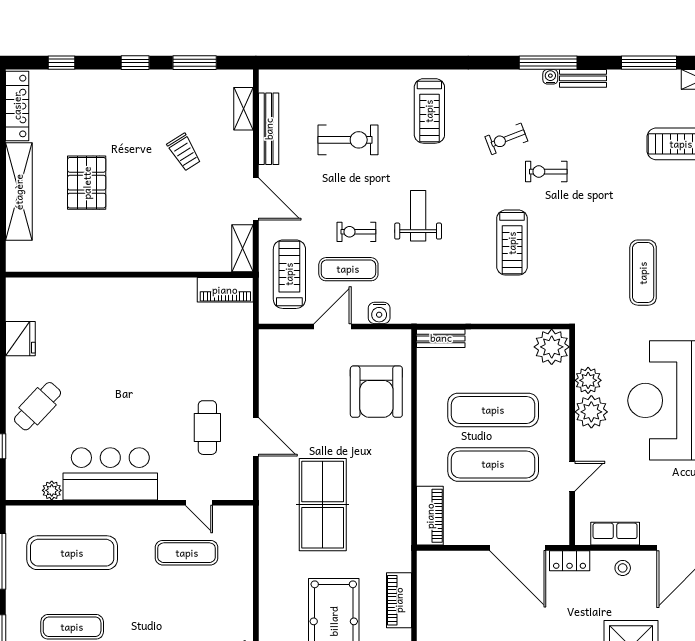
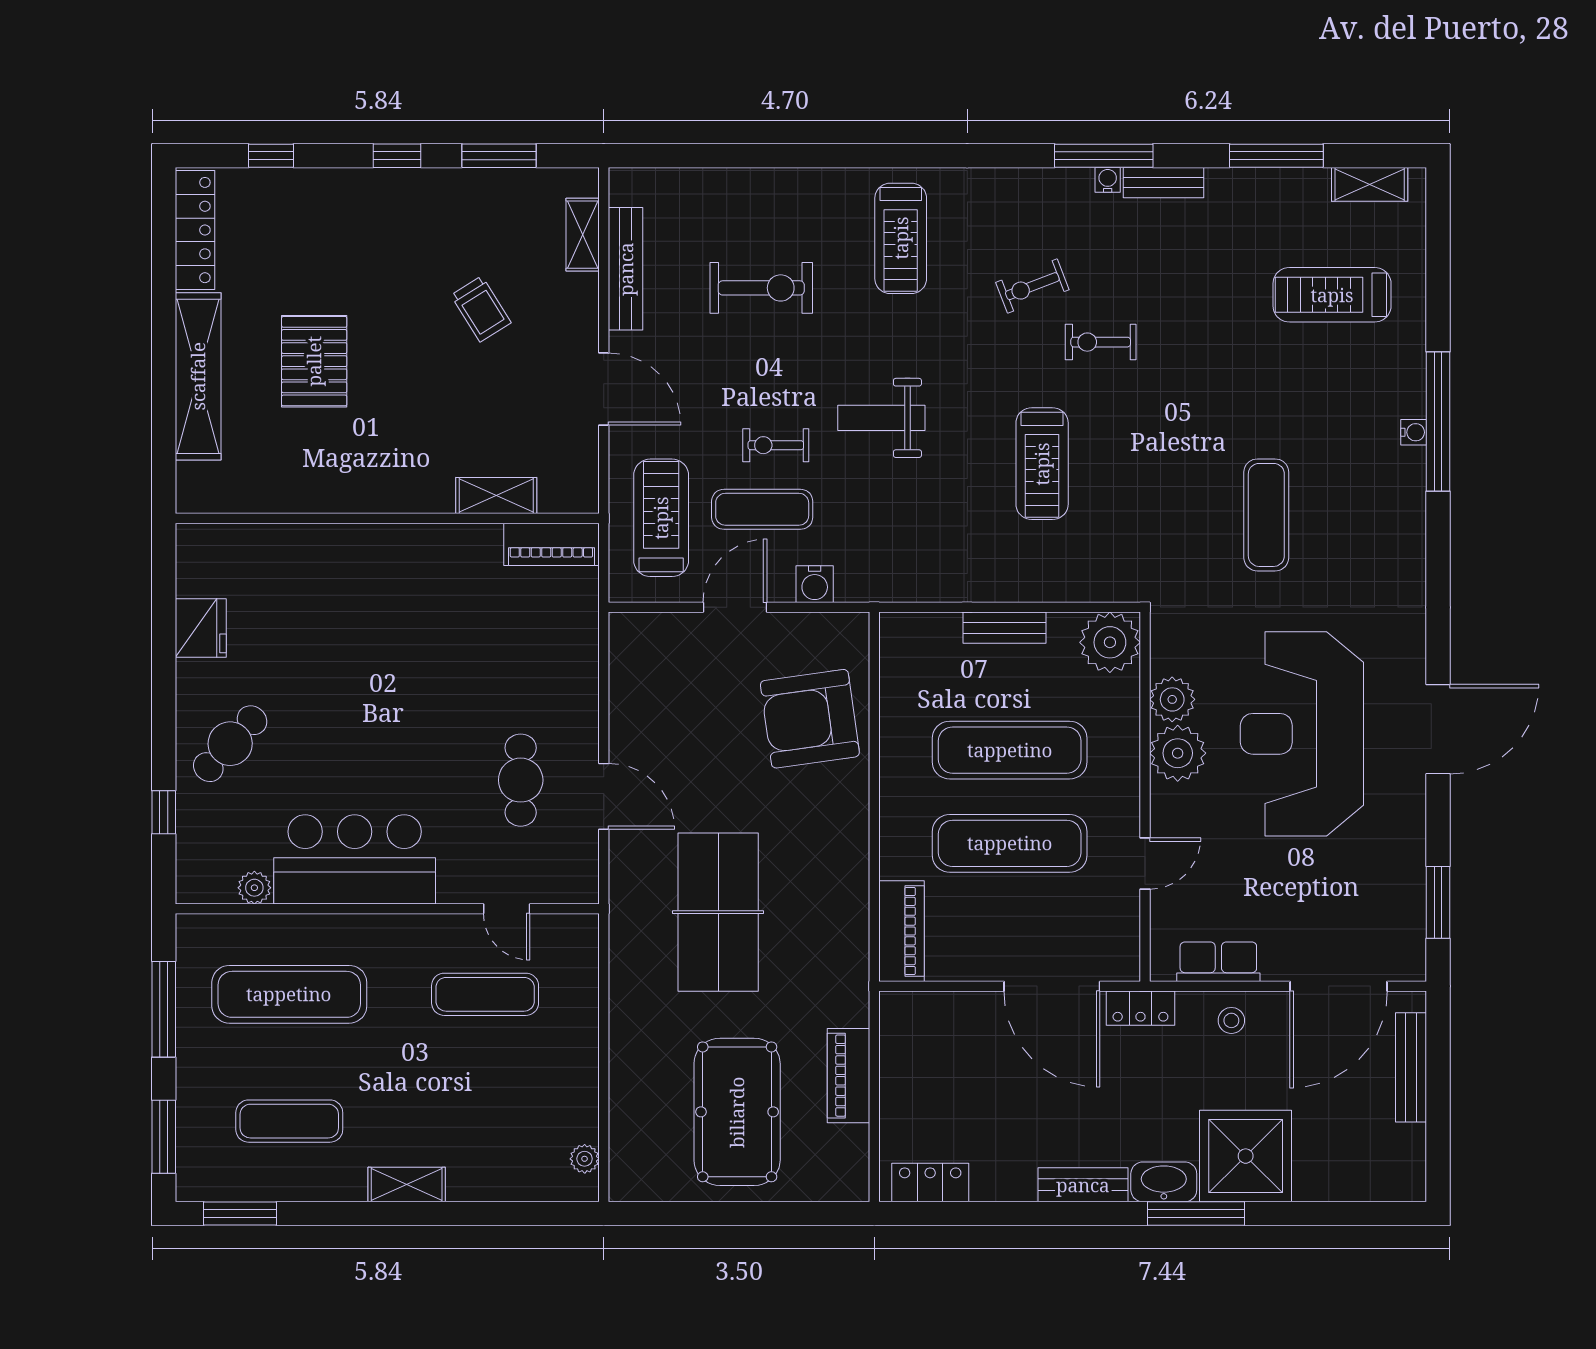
weight bench: (418, 216) -> (881, 418), turned -90
shelving: (243, 248) -> (496, 496), moved, turned 90
bench: (441, 338) -> (1004, 628), moved
armchair: (376, 392) -> (810, 719), turned 82

